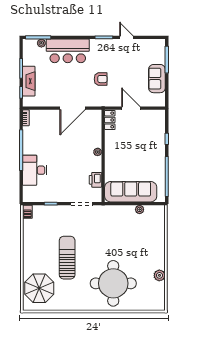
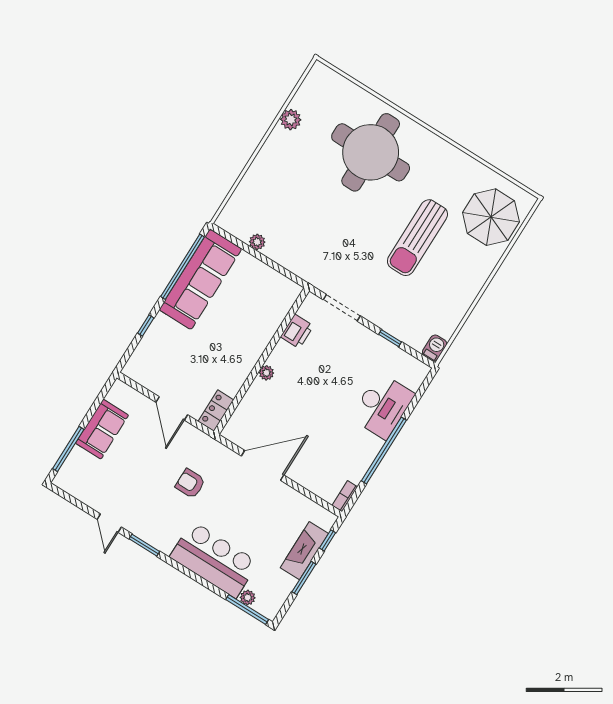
sofa: (131, 192) -> (200, 279), moved, turned -90

